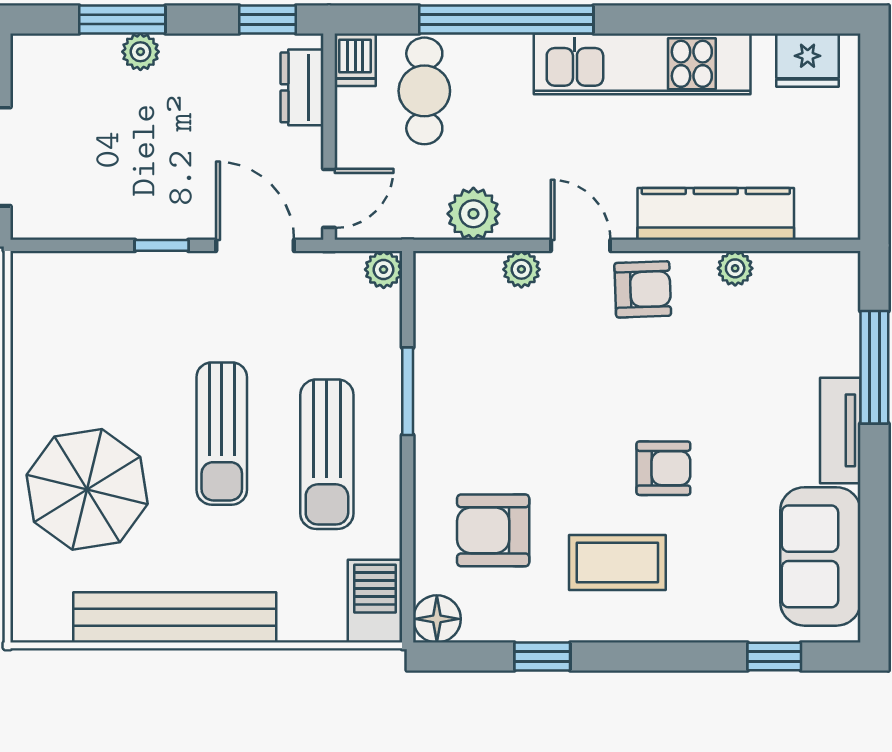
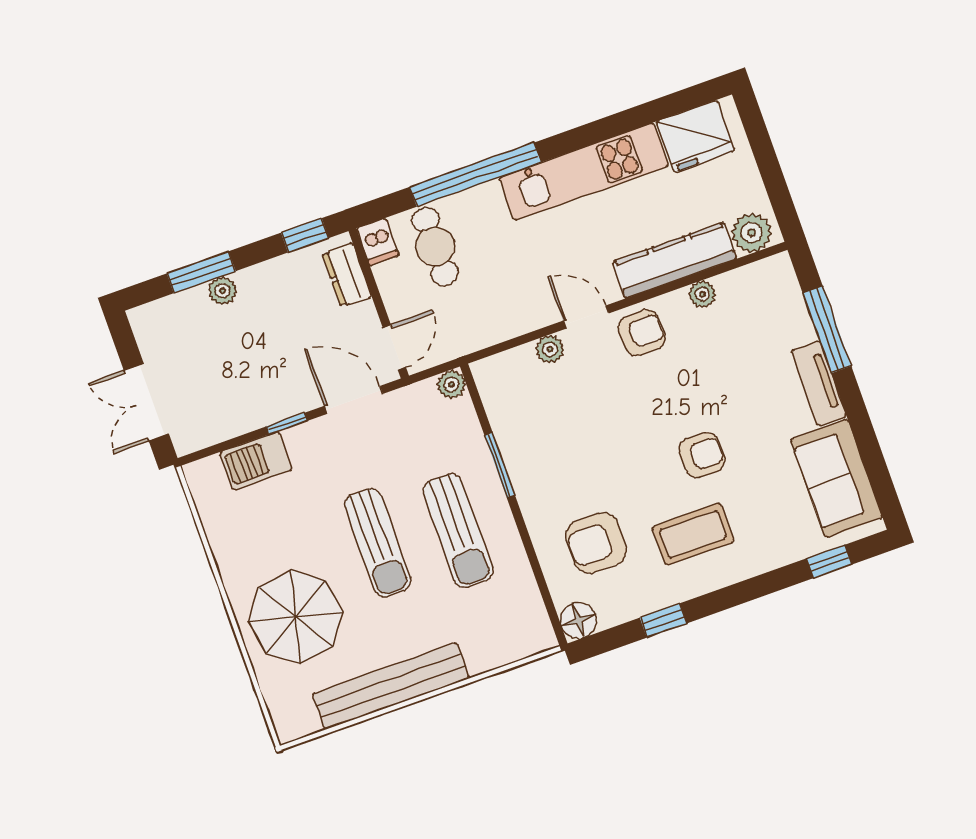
fridge: (808, 60) -> (695, 136), width x1.36, depth x1.34
plant: (473, 214) -> (752, 233), moved
barbecue: (375, 601) -> (256, 461), moved, turned -90

